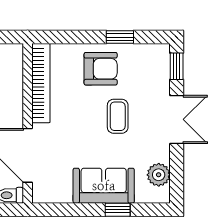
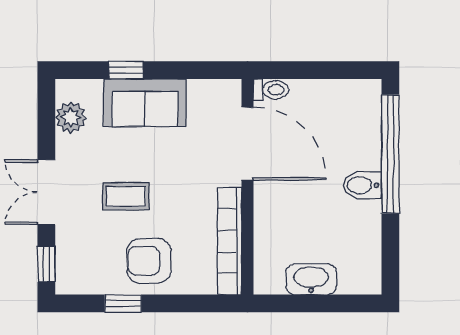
coffee table: (118, 116) -> (126, 196), turned 90

